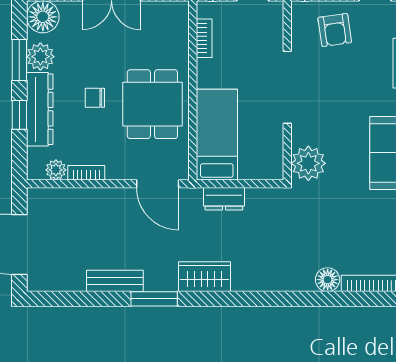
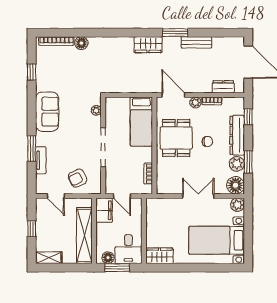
armchair: (335, 30) -> (78, 178), turned -108
window: (19, 115) -> (248, 117), moved
plant: (308, 163) -> (96, 110), width x0.53, depth x0.53
plant: (56, 170) -> (195, 103), moved
dresser: (224, 199) -> (223, 87), moved

